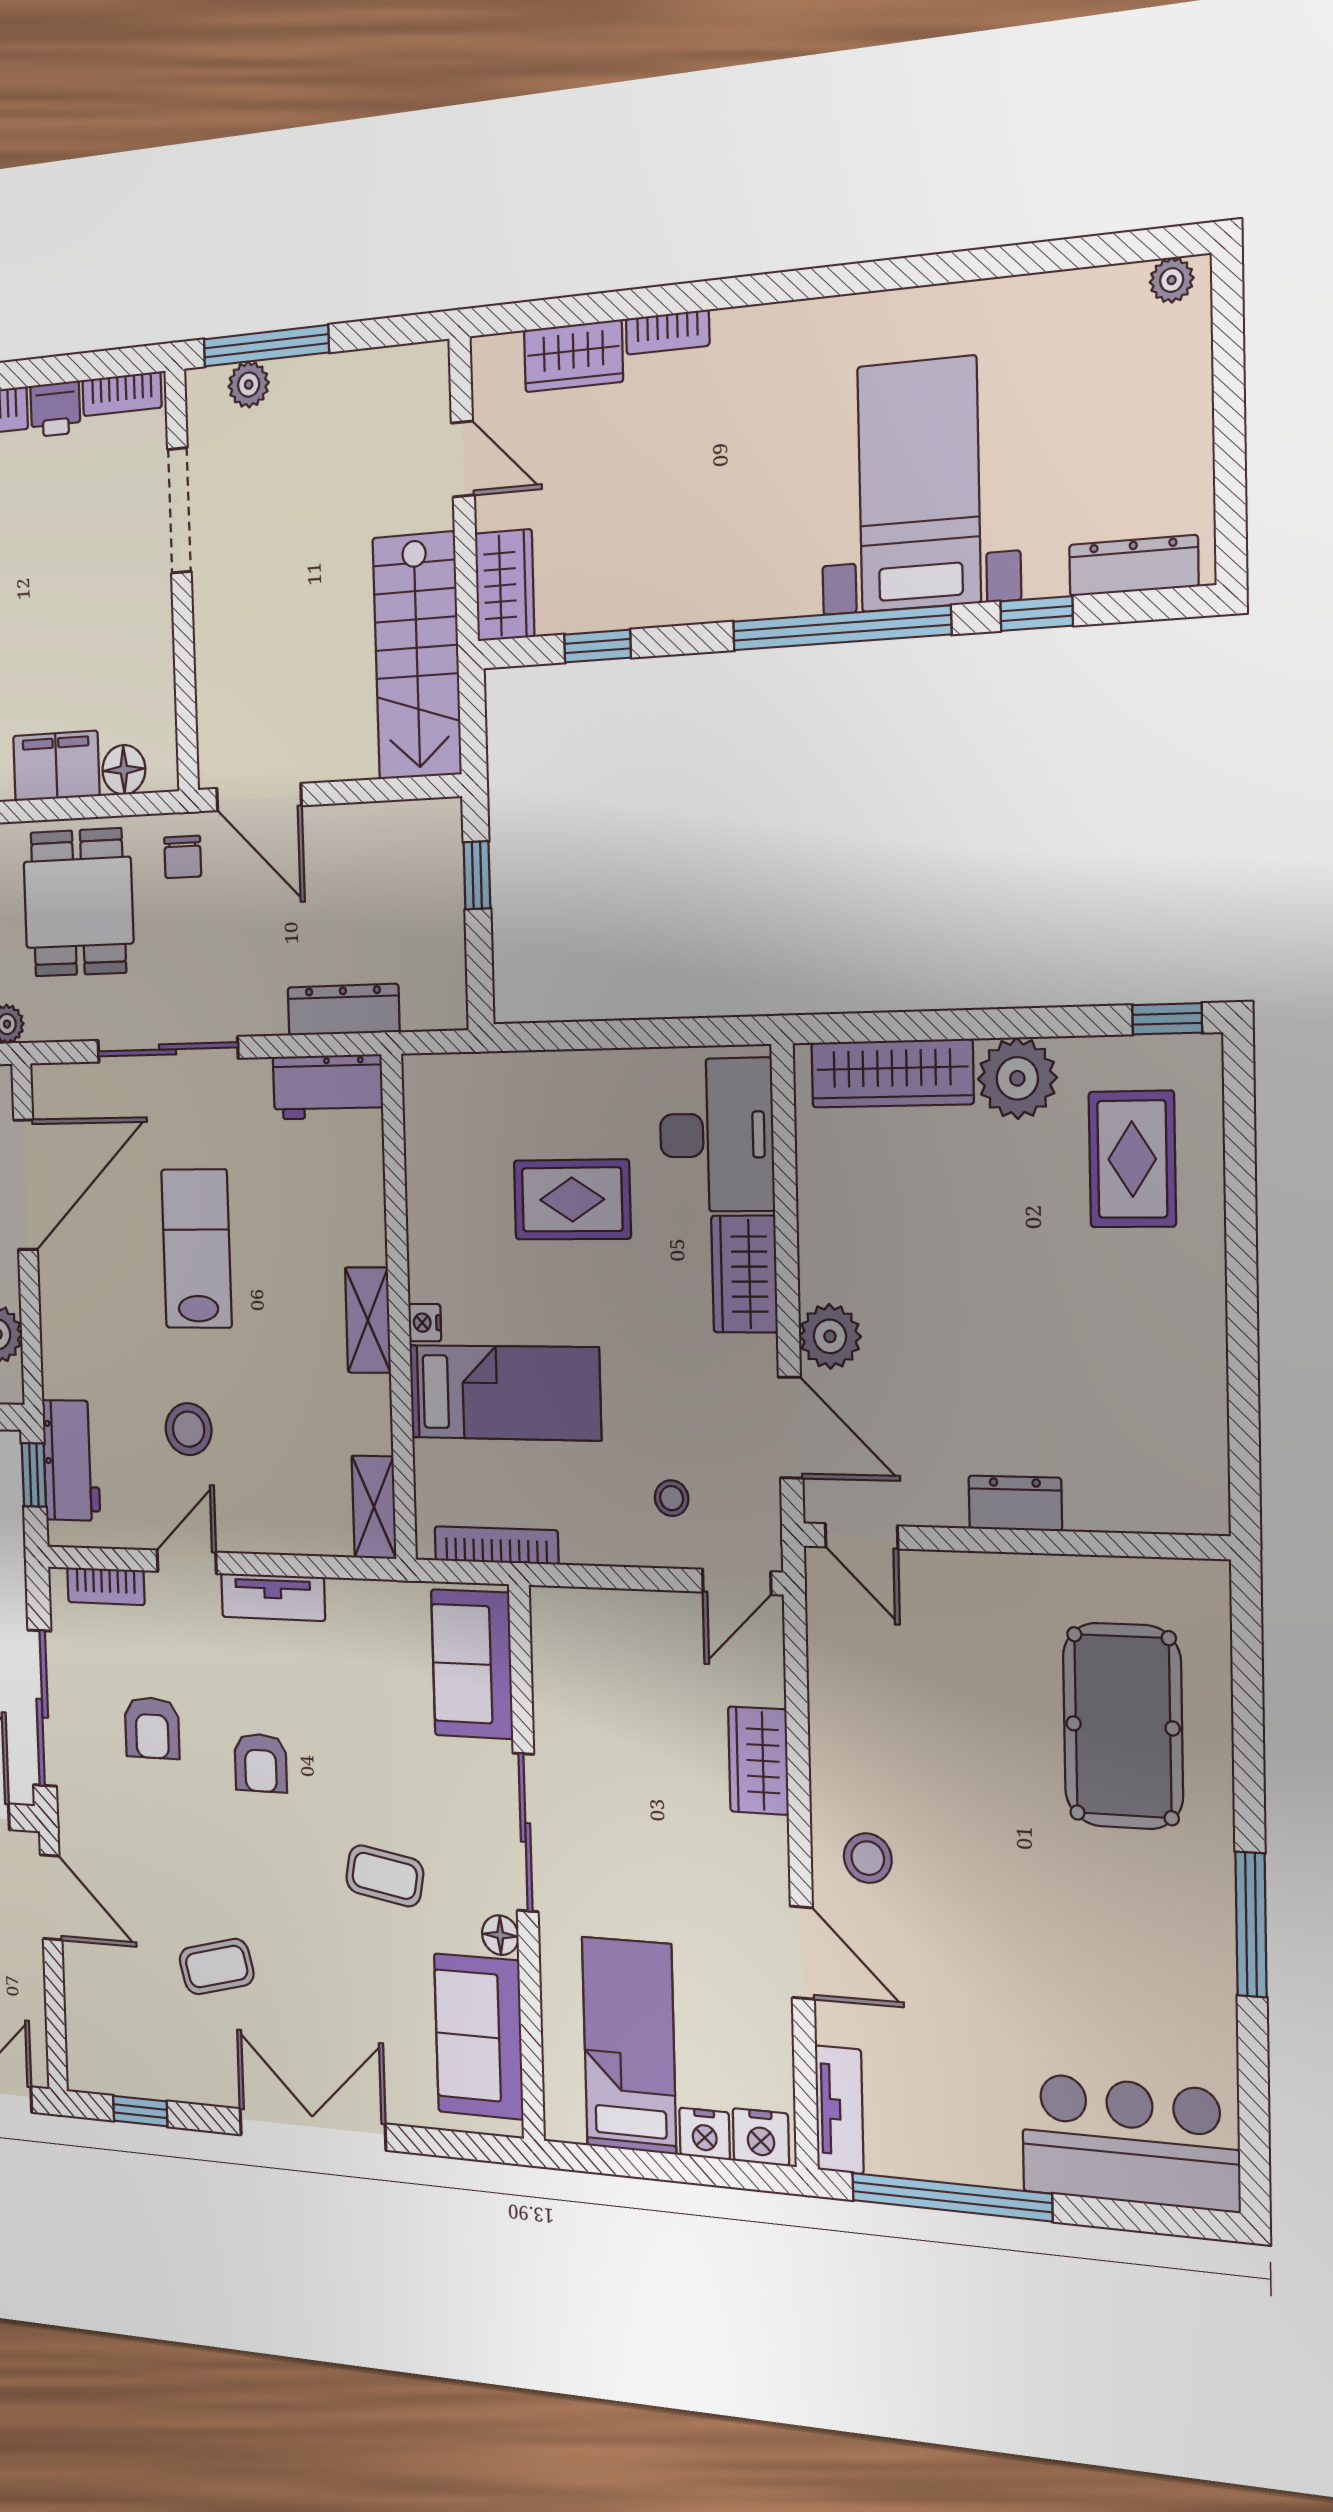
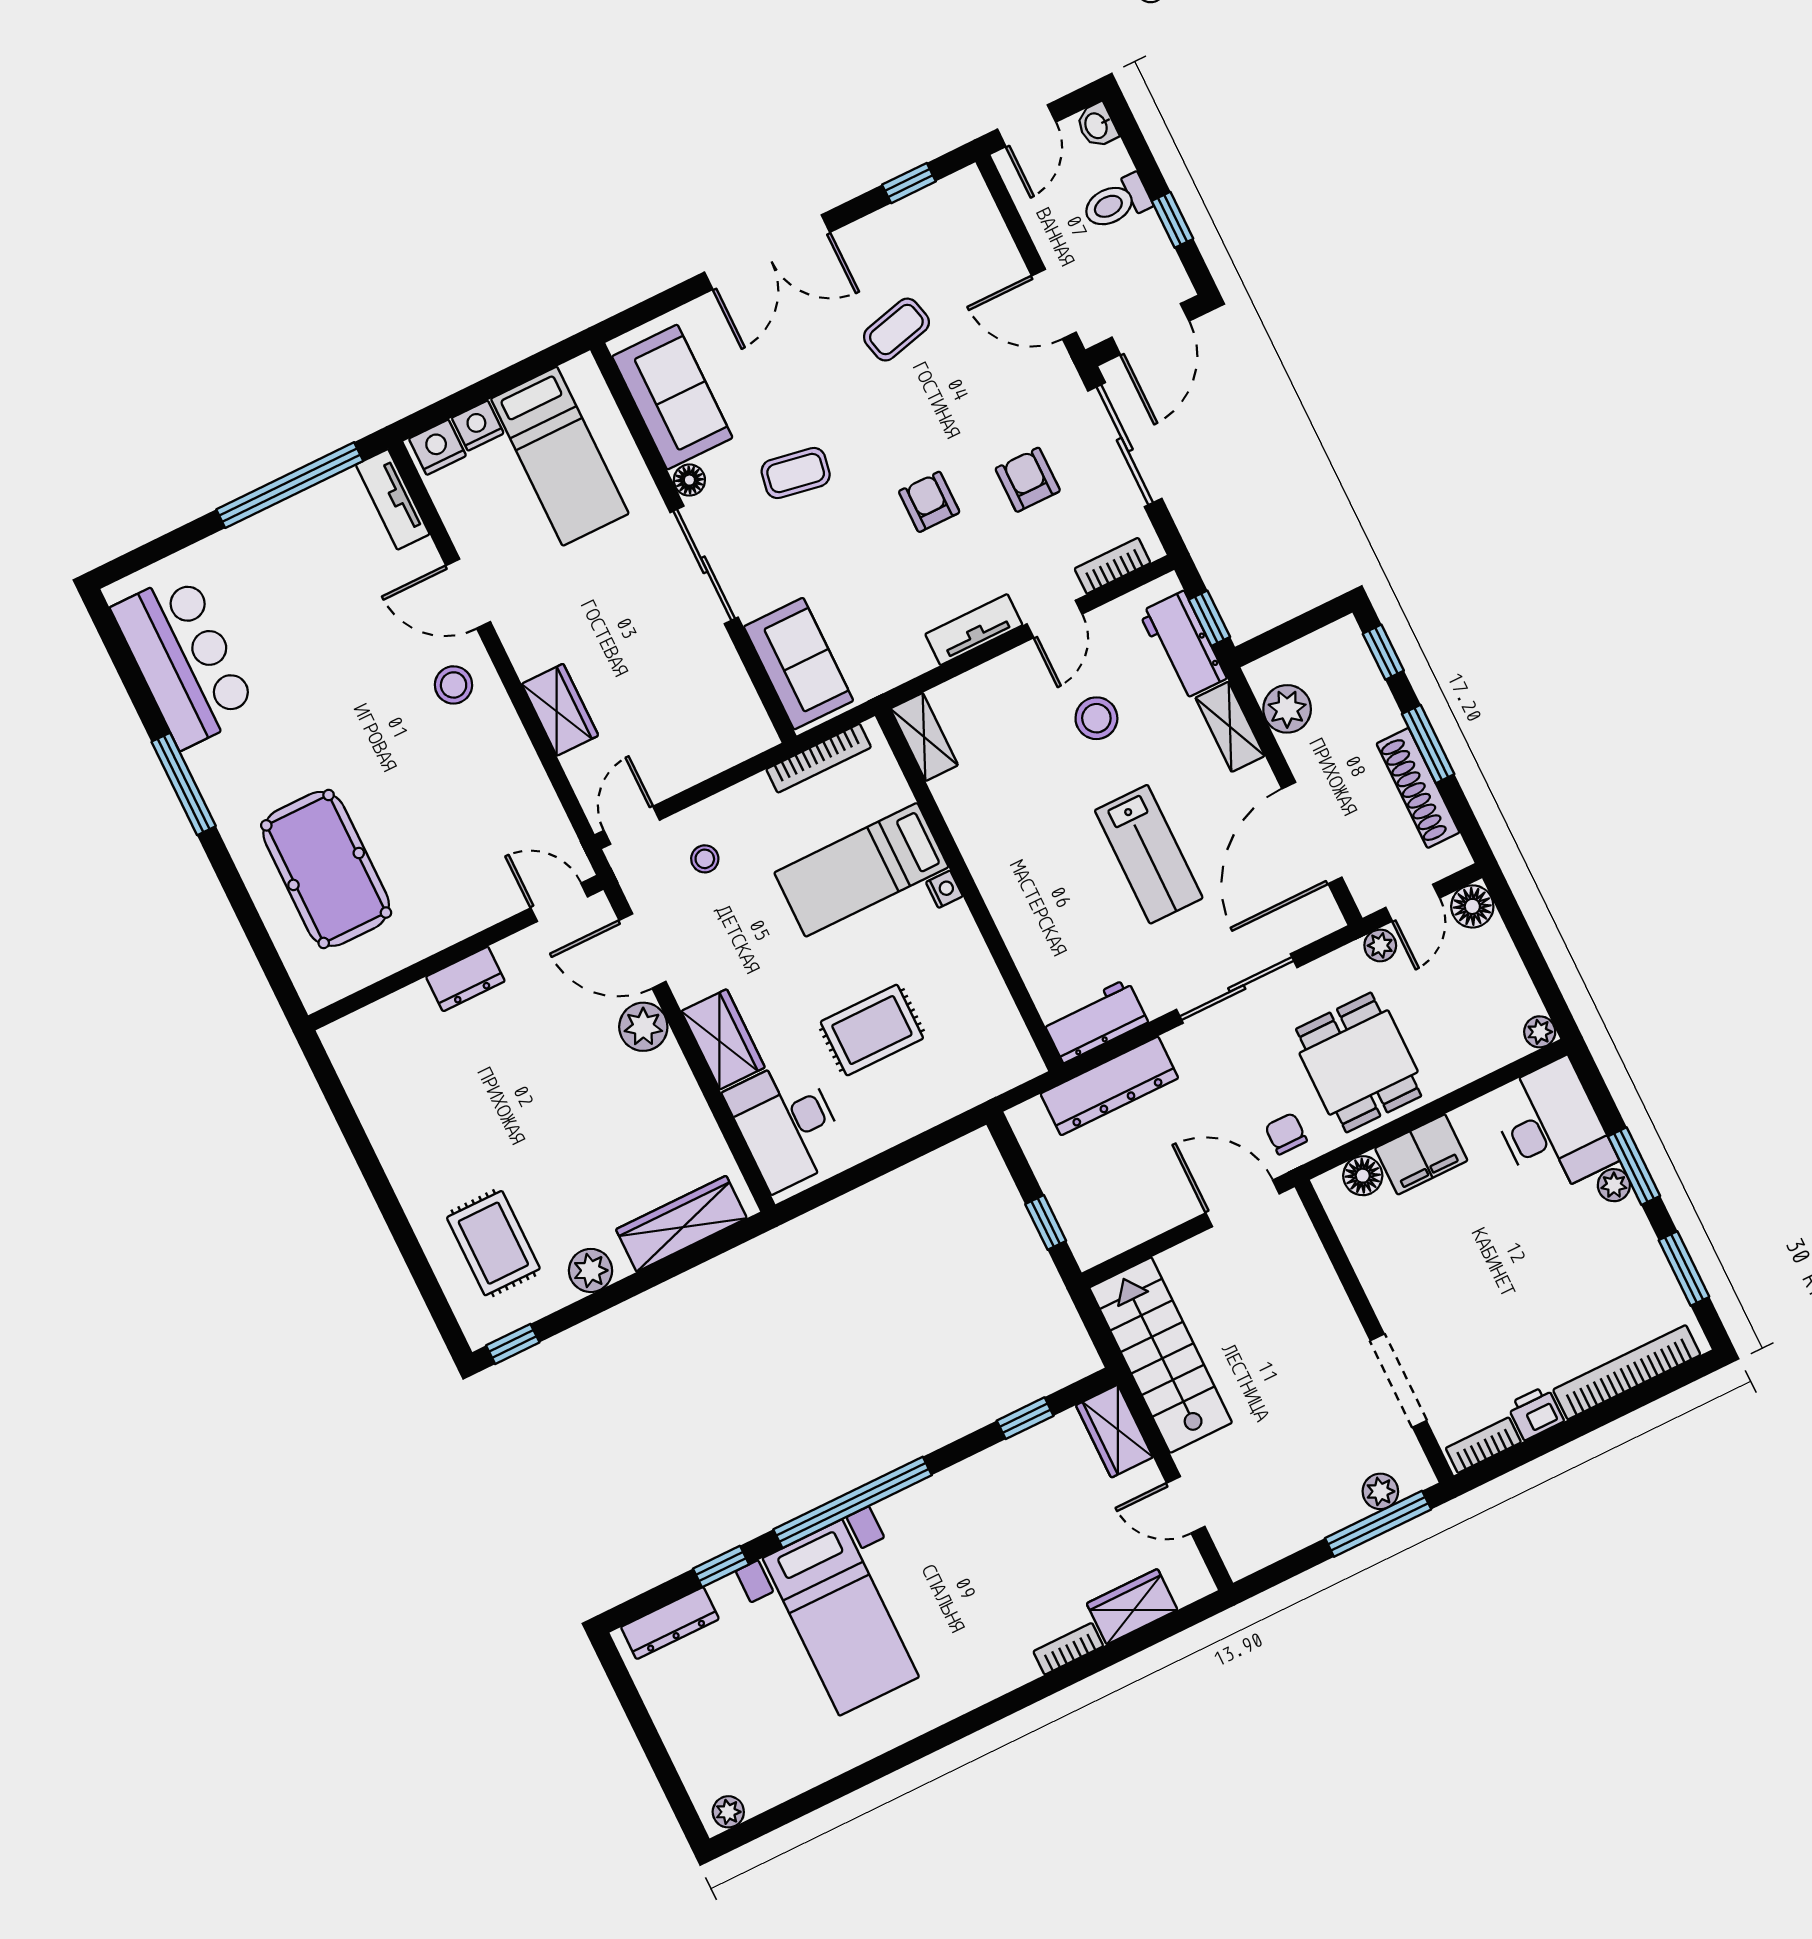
dresser: (343, 1010) -> (1109, 1086), width x1.37, depth x1.24
plant: (1017, 1078) -> (591, 1270), width x0.73, depth x0.73
shelving: (368, 1320) -> (1230, 727), moved
bar counter: (1130, 2142) -> (184, 660), moved, turned -90

